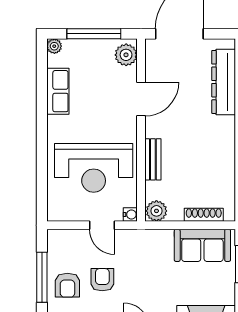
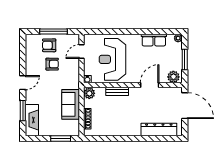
window: (94, 34) -> (185, 60), width x0.69
door: (141, 99) -> (150, 85), swing flipped
door: (102, 225) -> (82, 52), moved
sofa: (202, 245) -> (71, 104), moved

